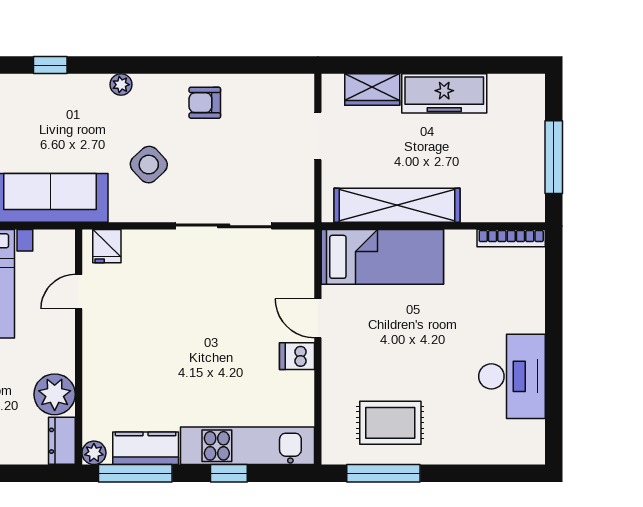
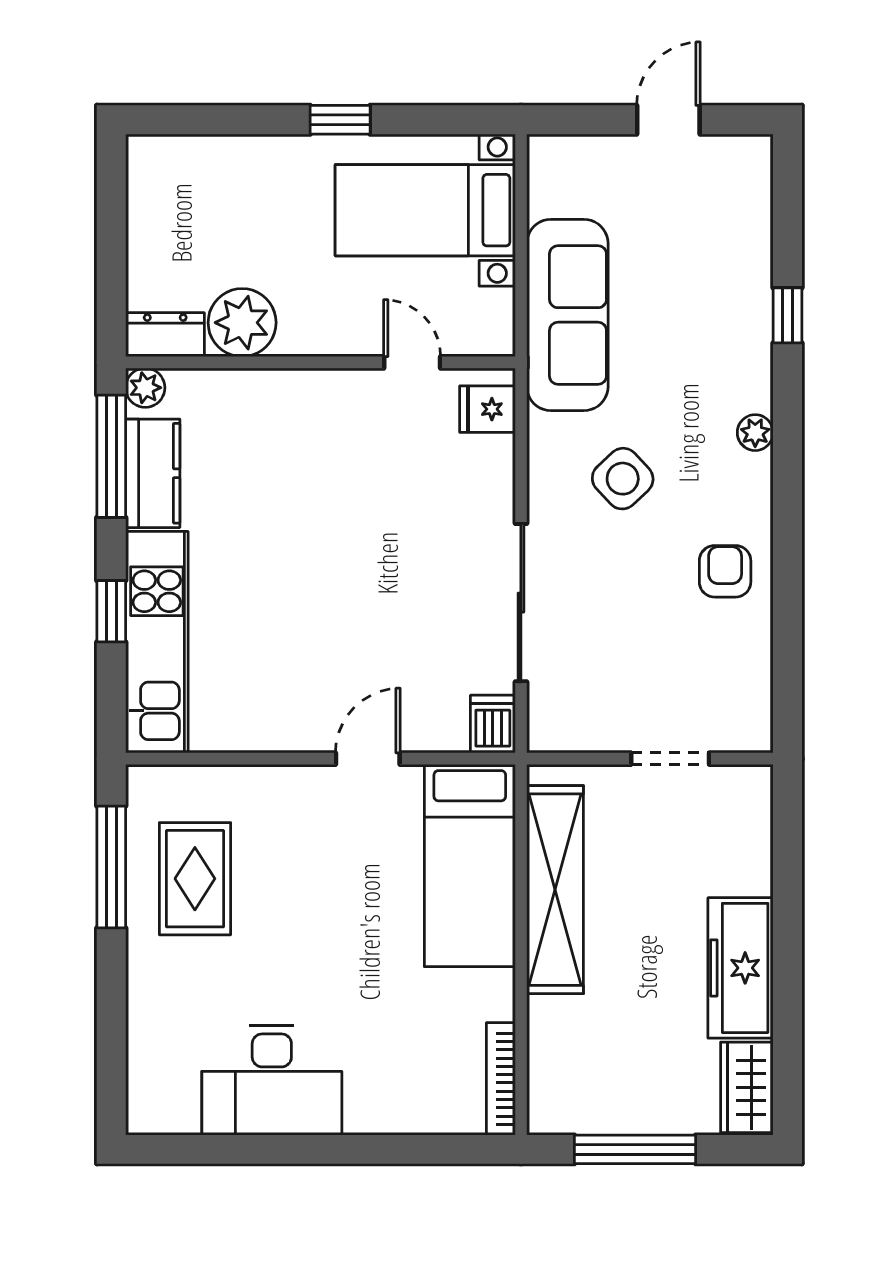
wardrobe: (372, 90) -> (747, 1087), moved
dishwasher: (297, 356) -> (493, 724), moved

